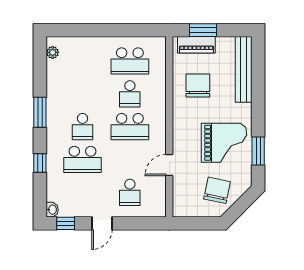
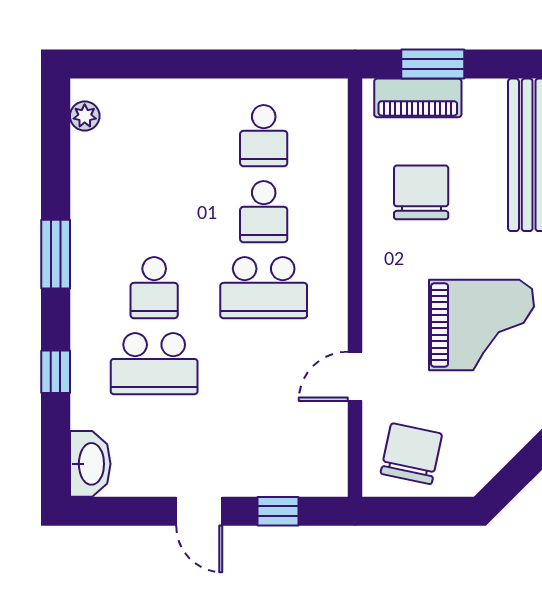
school desk: (130, 61) -> (264, 136), width x0.54
chair: (217, 190) -> (411, 454), moved
school desk: (130, 192) -> (264, 440), removed
washbasin: (52, 210) -> (90, 464), width x1.91, depth x1.45
window: (66, 223) -> (278, 511), moved
door: (102, 223) -> (199, 511), hinge flipped

